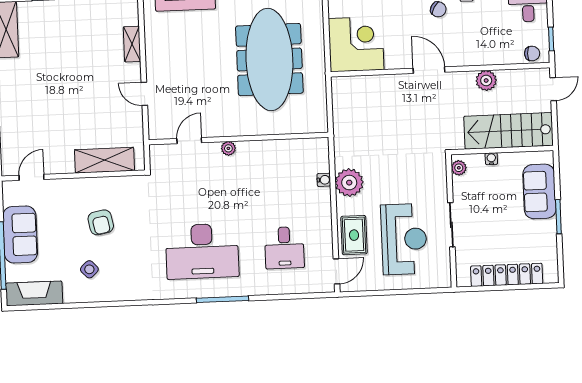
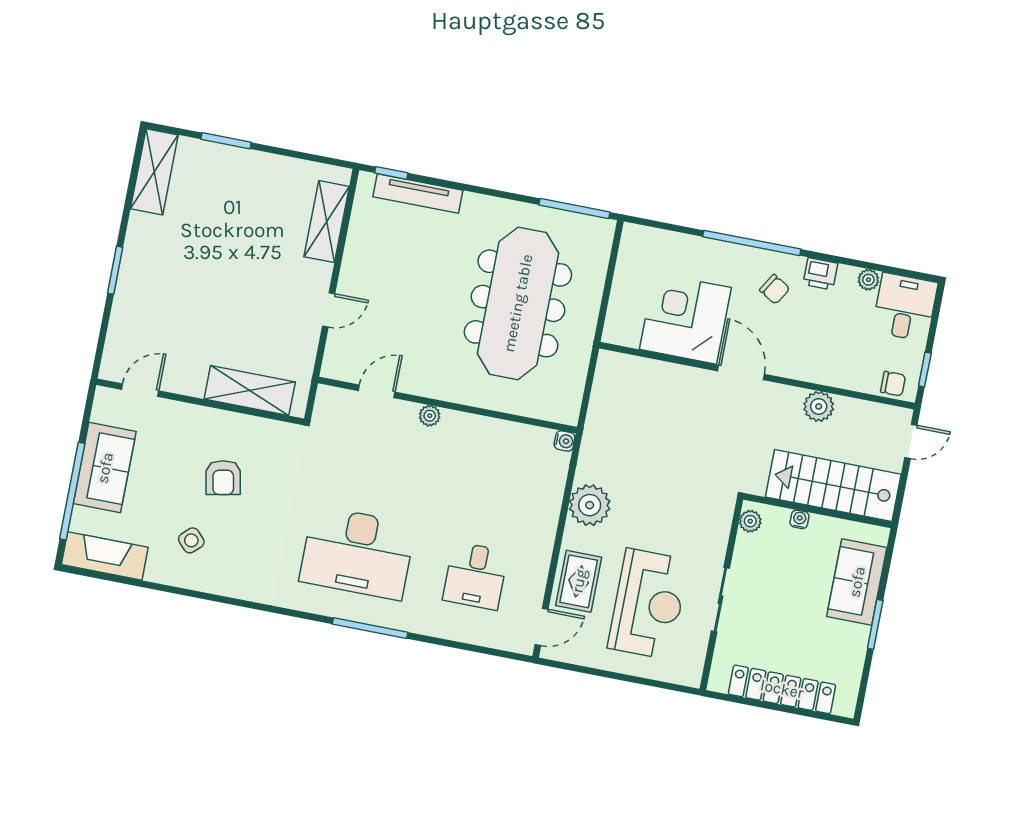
shelving: (132, 44) -> (327, 222), width x1.50, depth x1.33
corner desk: (356, 44) -> (685, 318), moved, turned -90
door: (144, 94) -> (329, 310), swing flipped
water cooler: (324, 180) -> (564, 441), moved

